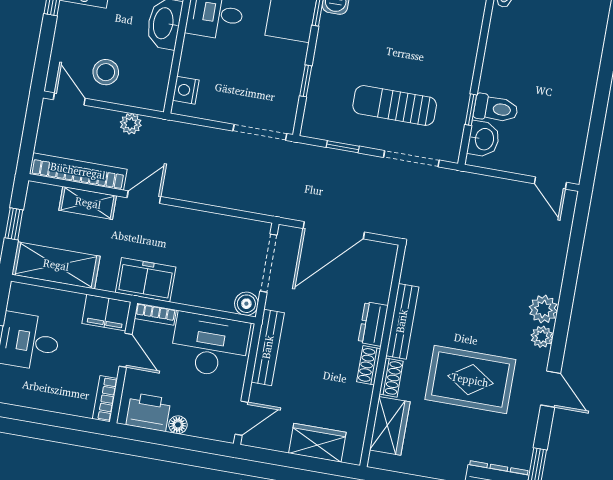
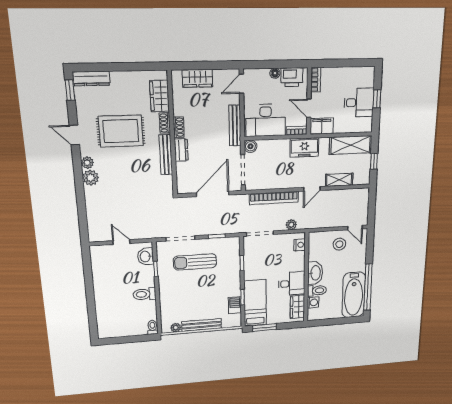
sun lounger: (395, 105) -> (195, 262), turned 180
toilet: (496, 109) -> (144, 294), moved
plant: (131, 124) -> (291, 225), moved
bookcase: (78, 171) -> (274, 198), moved
door: (550, 183) -> (121, 242), moved

